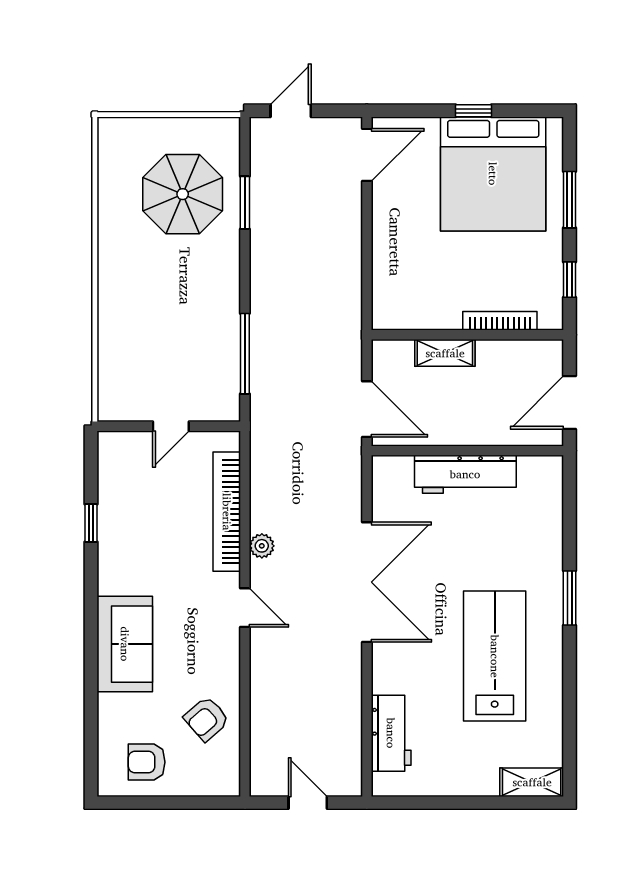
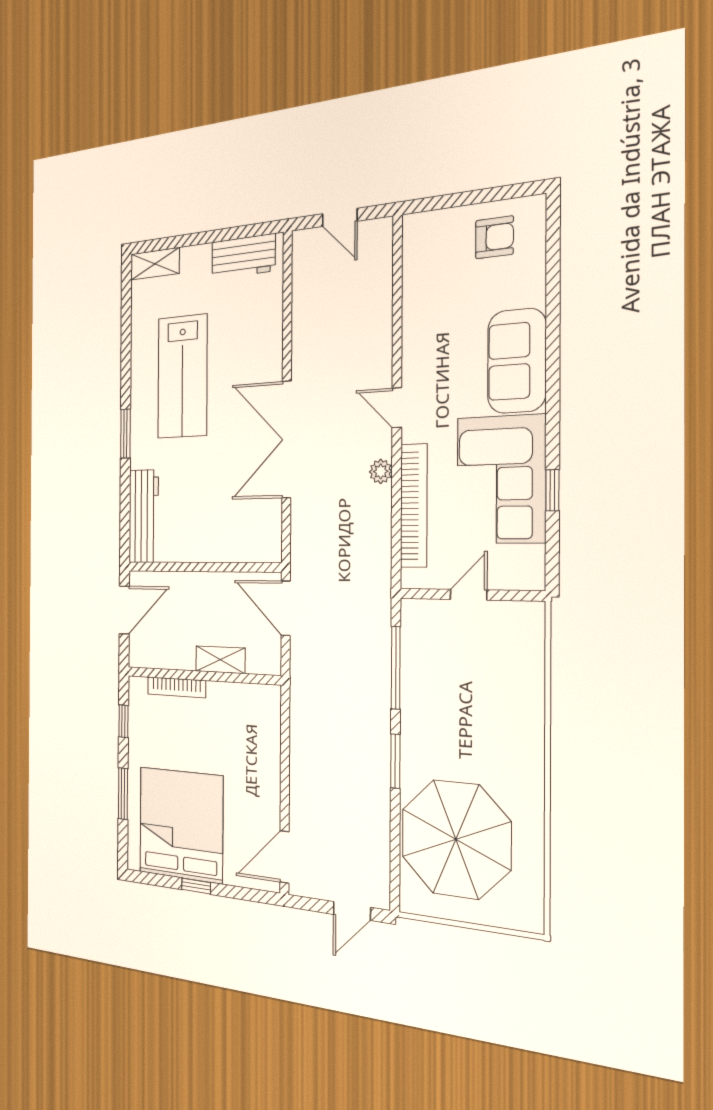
parasol: (183, 194) -> (456, 839), width x1.36, depth x1.36
window: (245, 203) -> (395, 761), moved
workbench: (465, 474) -> (144, 516), moved, turned 90
corner sofa: (140, 534) -> (501, 480), added
armchair: (206, 719) -> (434, 290), removed
workbench: (391, 733) -> (243, 256), moved, turned -90

